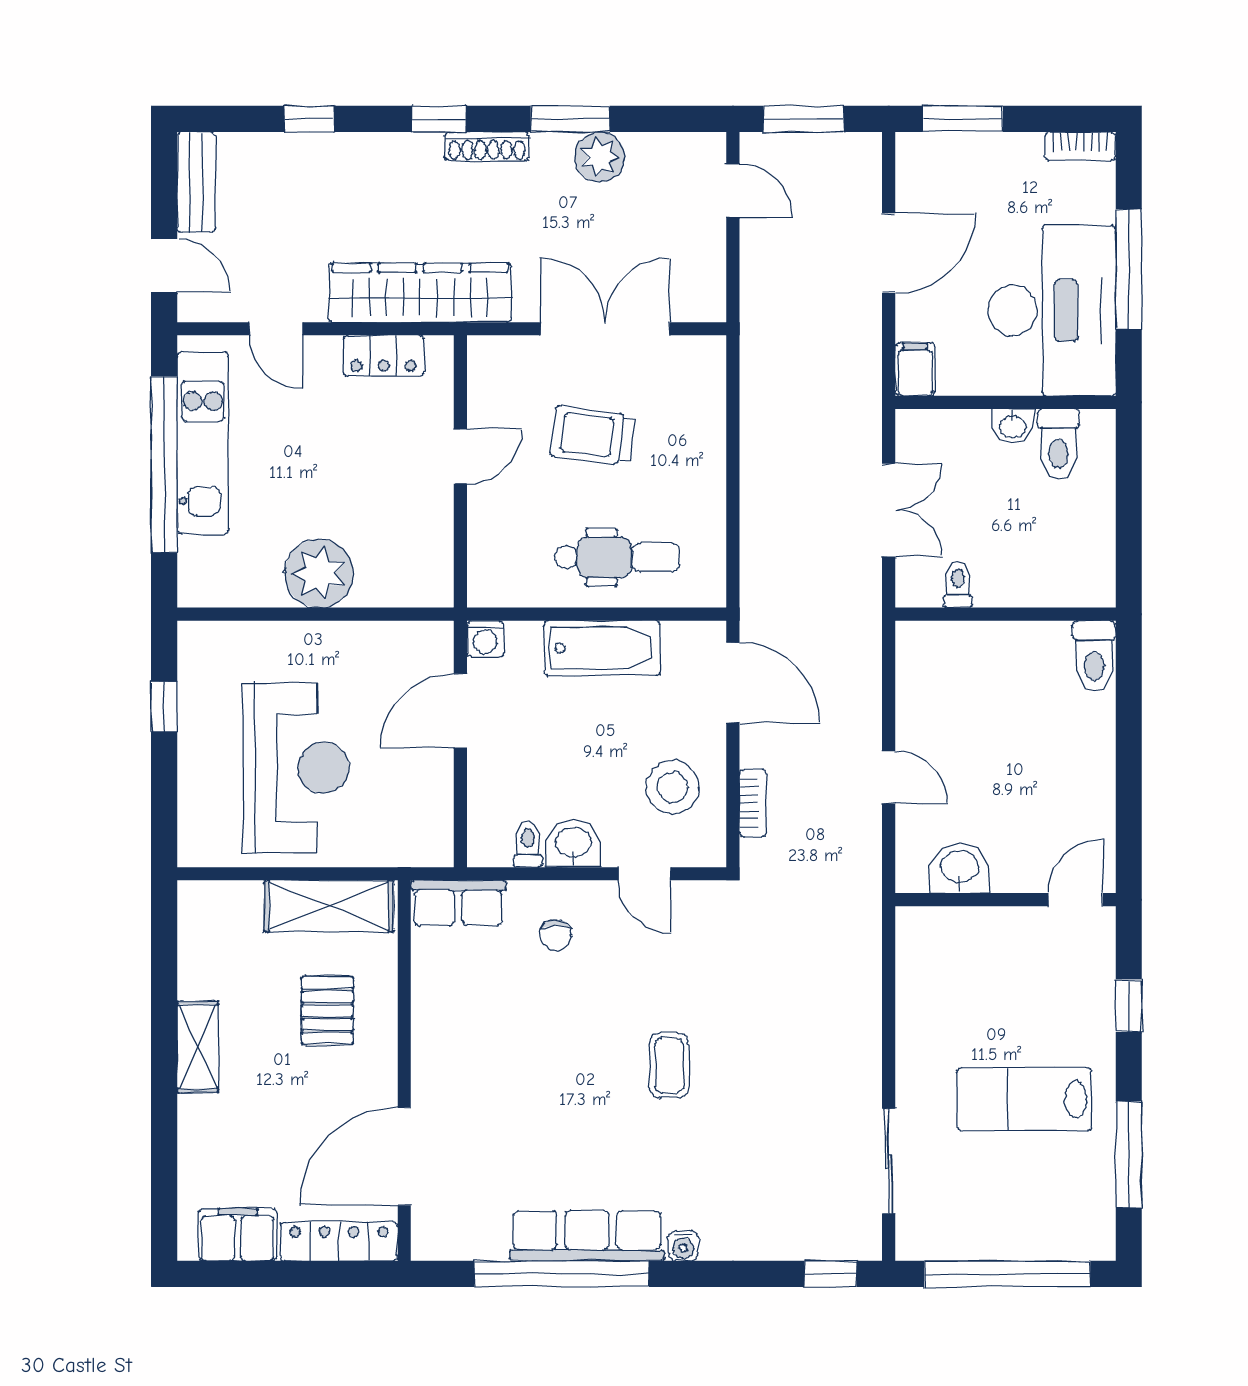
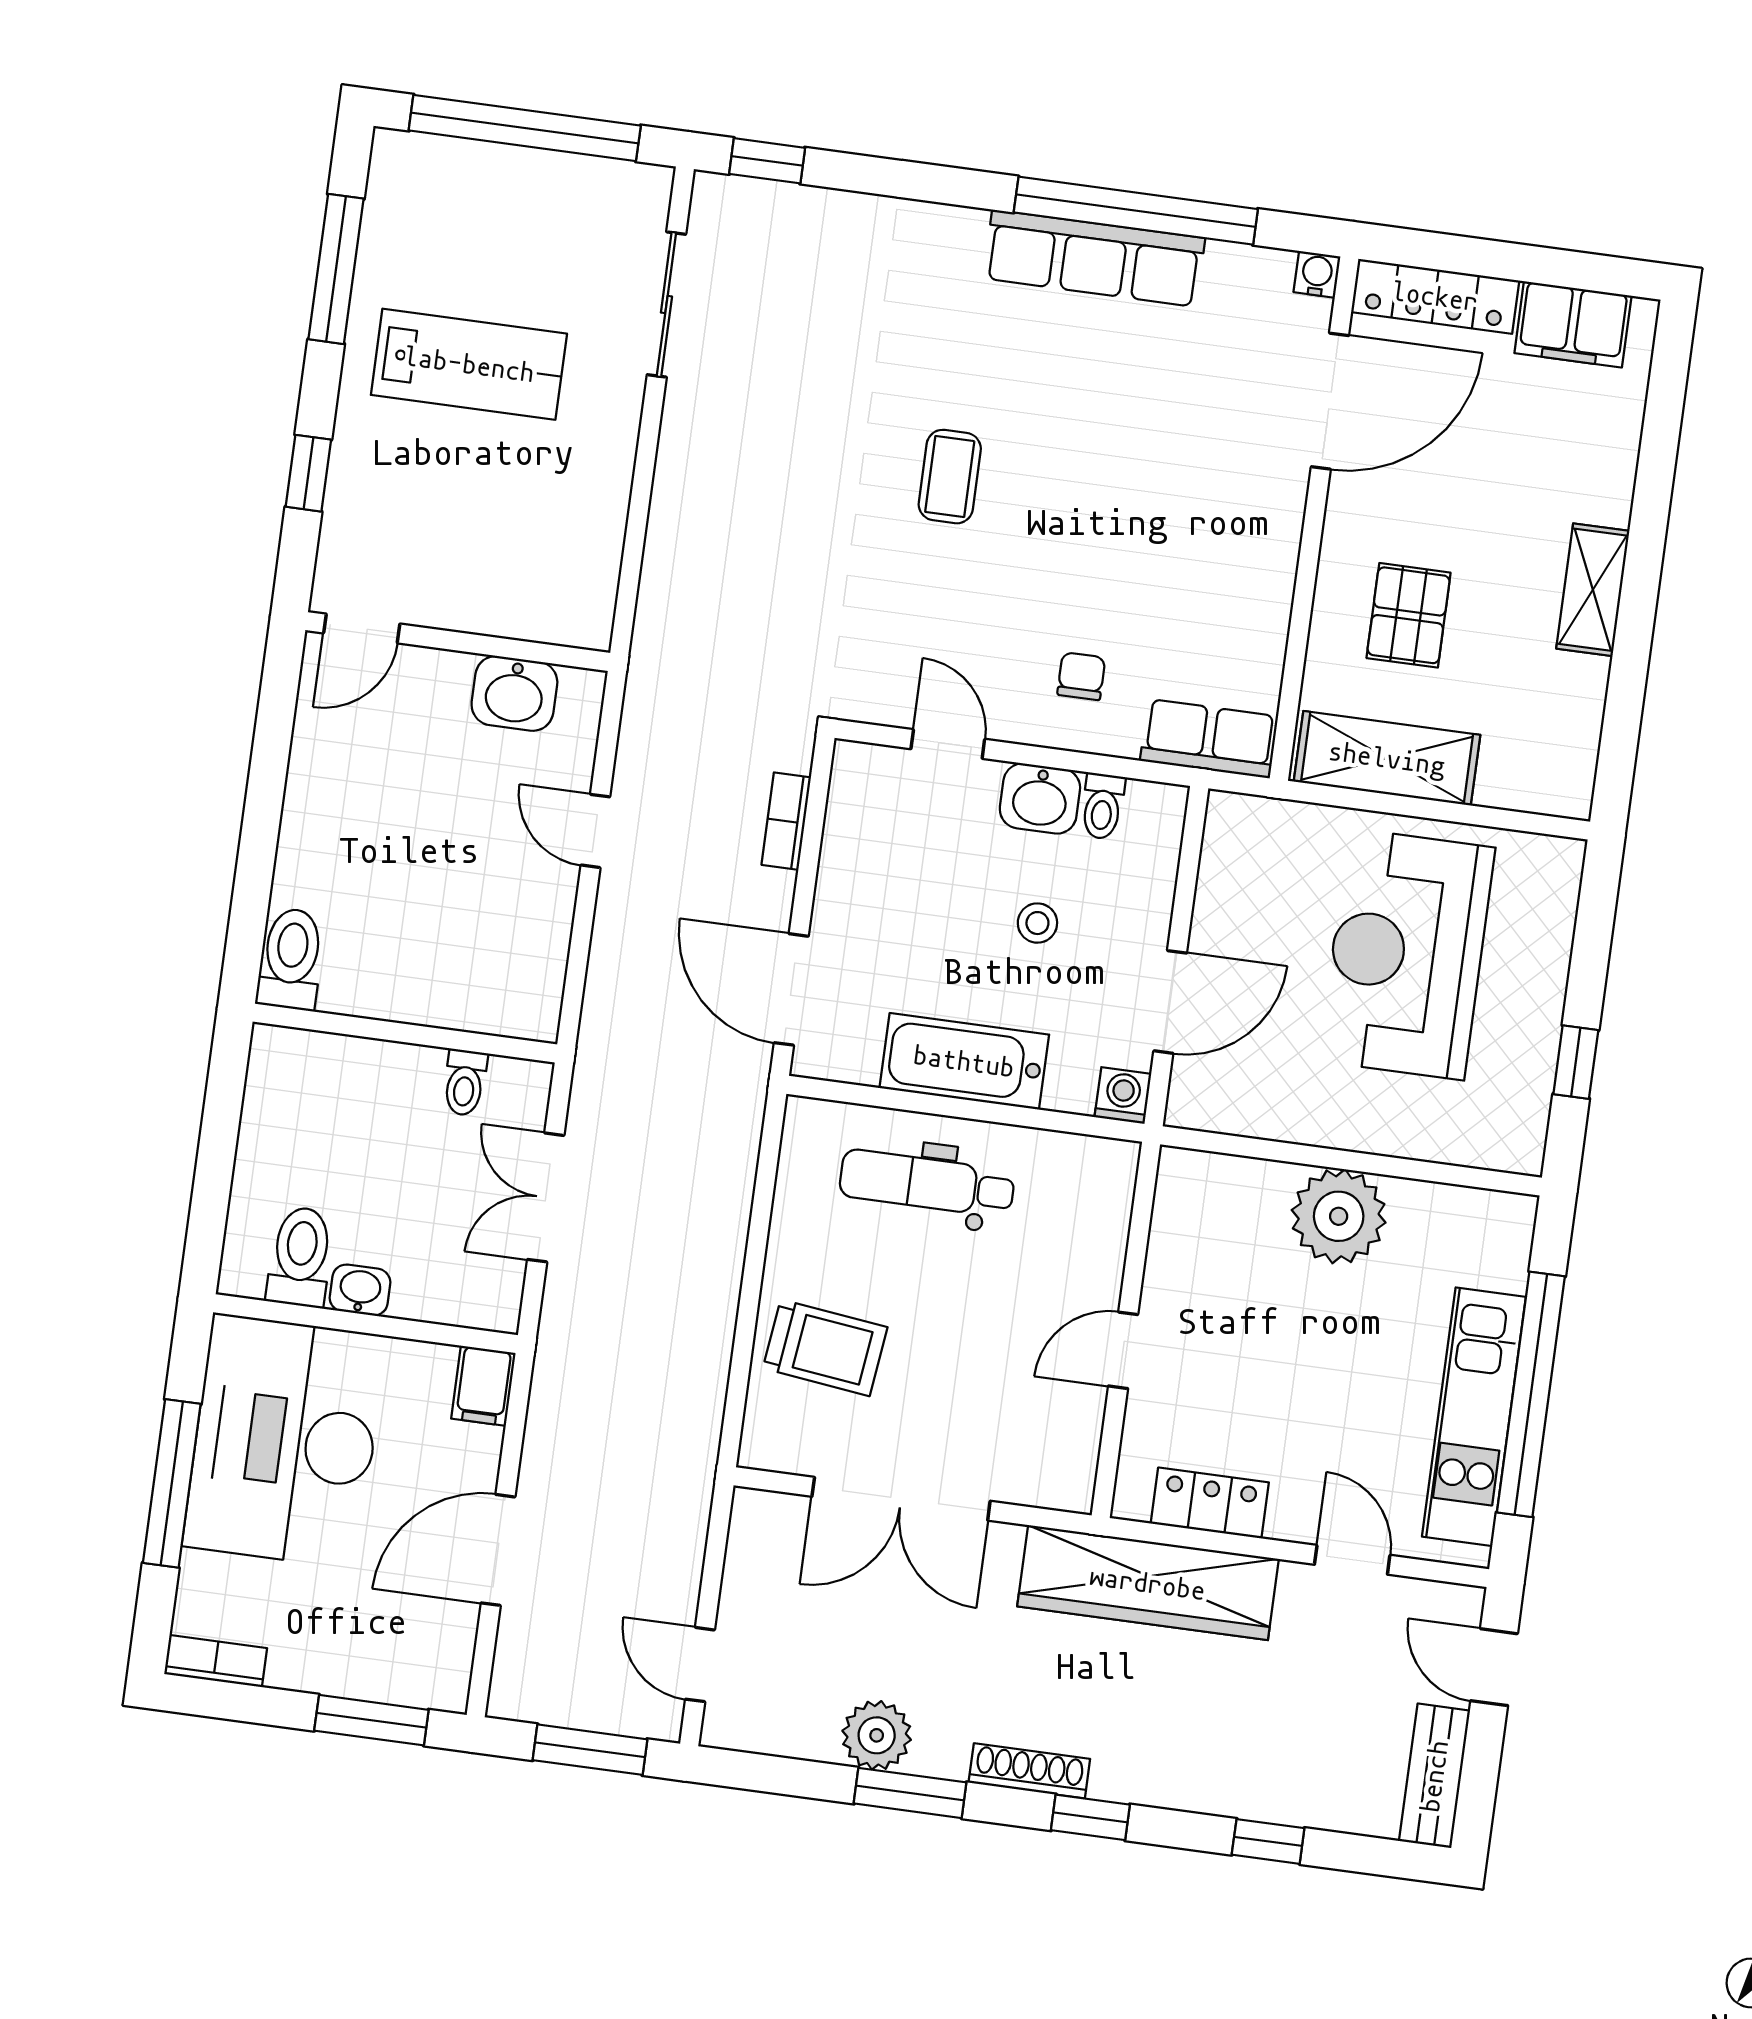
trolley: (593, 436) -> (825, 1348), moved
stool: (672, 787) -> (1037, 923), moved, width x0.53, depth x0.53
water cooler: (683, 1246) -> (1317, 274), moved

